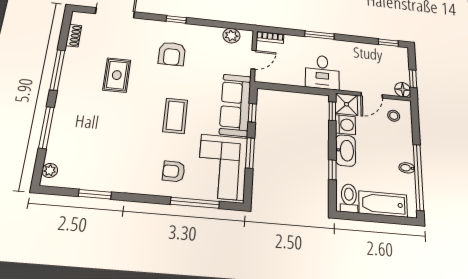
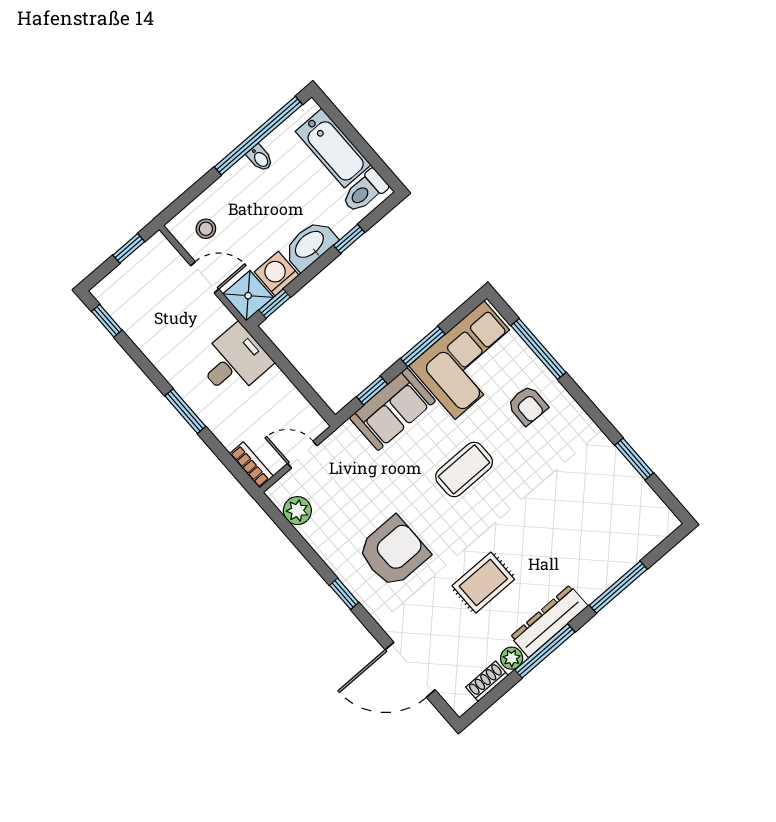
armchair: (172, 54) -> (393, 552), width x1.36, depth x1.36
dresser: (68, 84) -> (549, 621), added
floor lamp: (403, 90) -> (158, 248), removed
sofa: (235, 105) -> (392, 409), width x0.73
plant: (50, 170) -> (512, 658), moved

